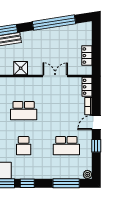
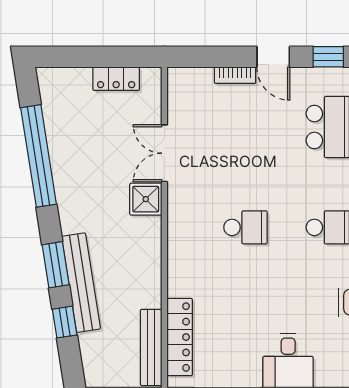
shower: (21, 68) -> (146, 199), moved
locker: (87, 87) -> (190, 78), removed
school desk: (24, 111) -> (245, 227), width x0.54

